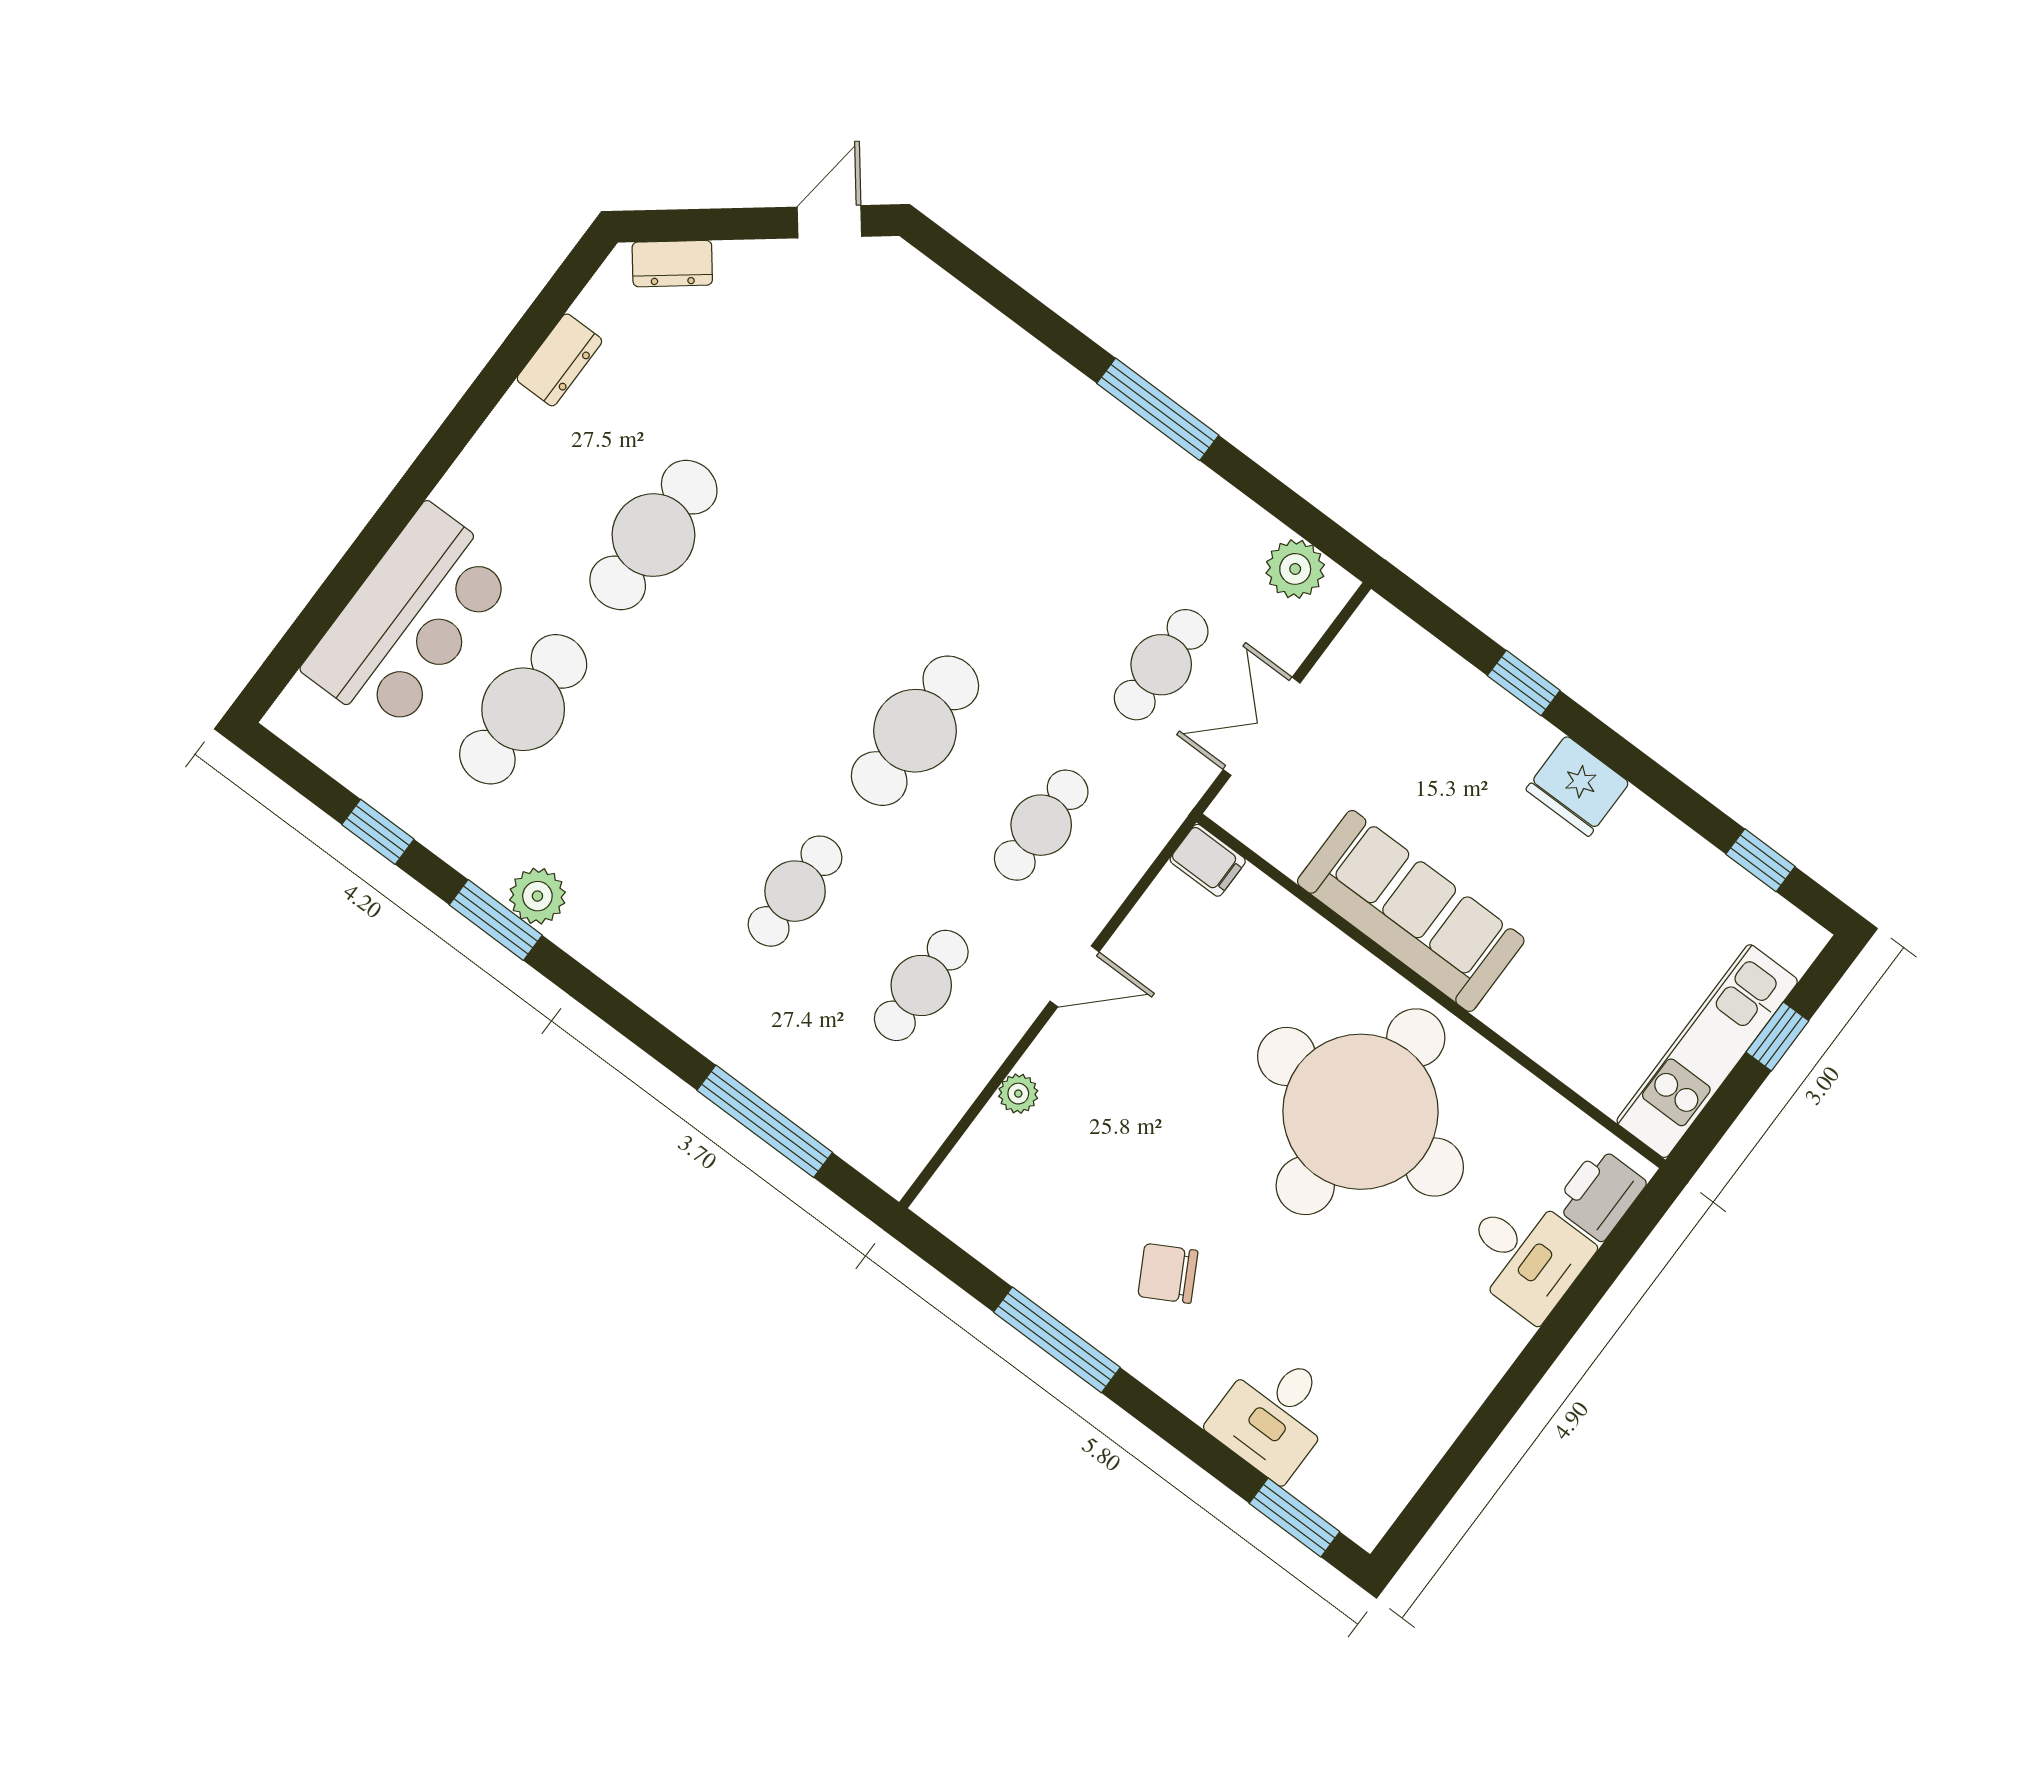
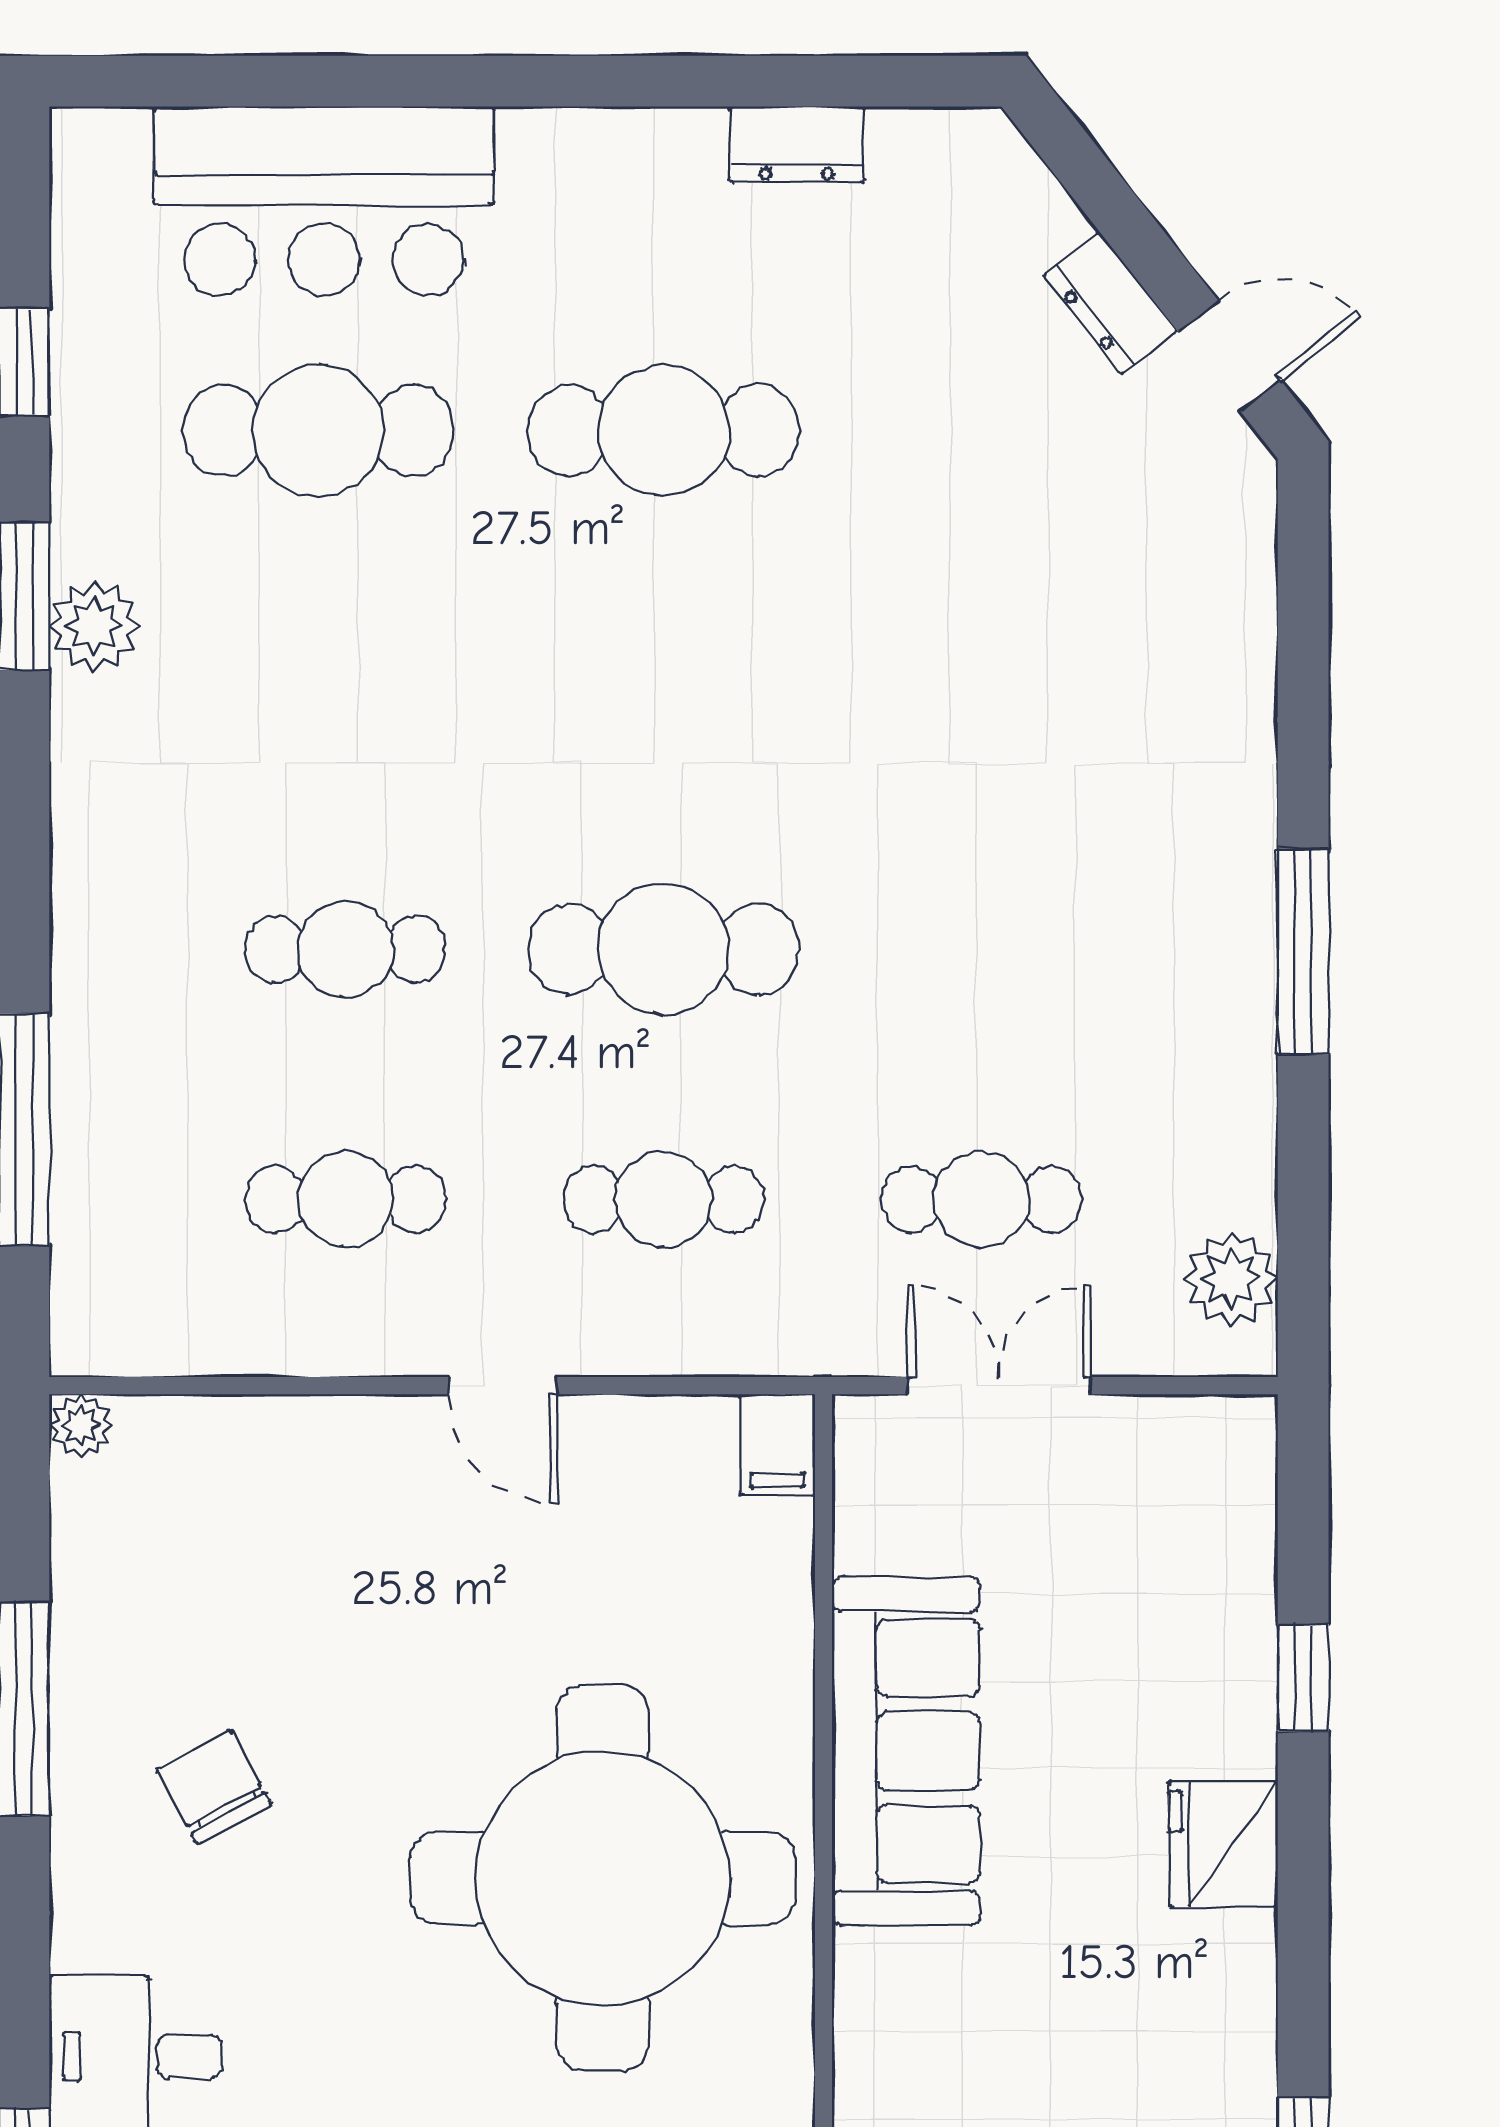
dresser: (672, 264) -> (1110, 303), moved
plant: (1018, 1094) -> (81, 1426), moved

